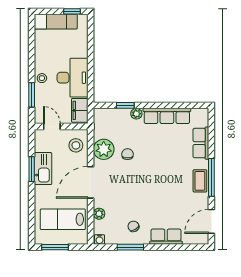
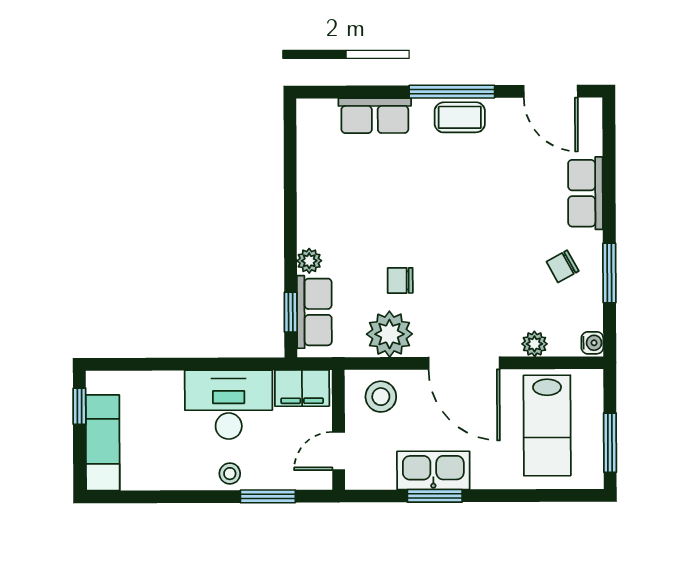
window: (125, 105) -> (291, 312), moved
row of seats: (167, 116) -> (314, 312), moved, width x0.68

